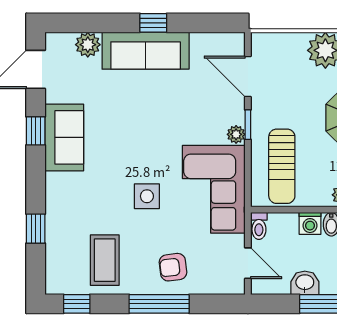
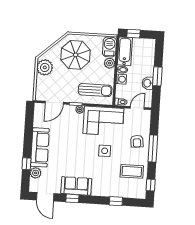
window: (153, 23) -> (26, 164), moved

